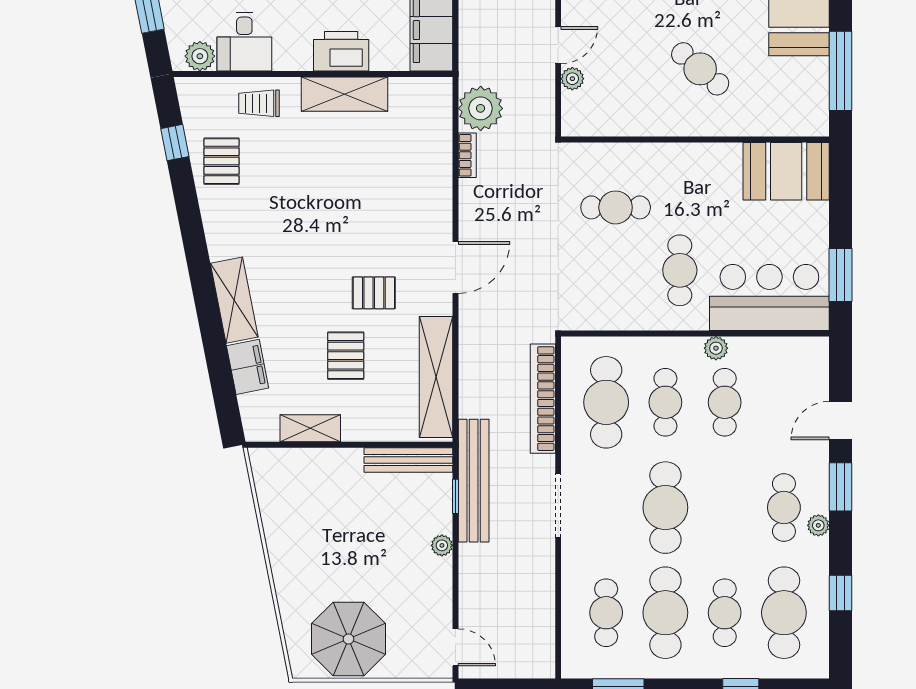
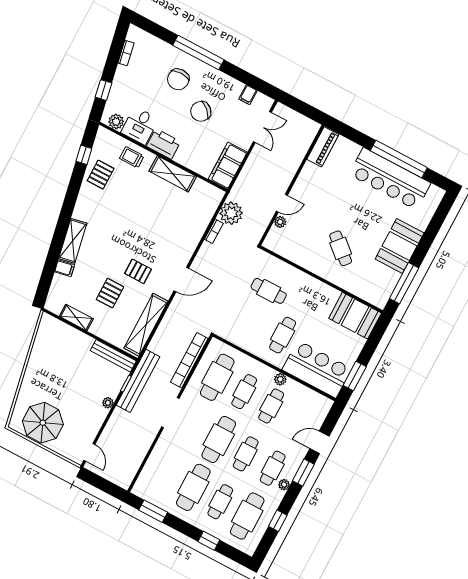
printer: (341, 51) -> (164, 144), moved
filing cabinet: (248, 367) -> (65, 268), width x0.50
cafe table: (606, 613) -> (246, 454), moved

